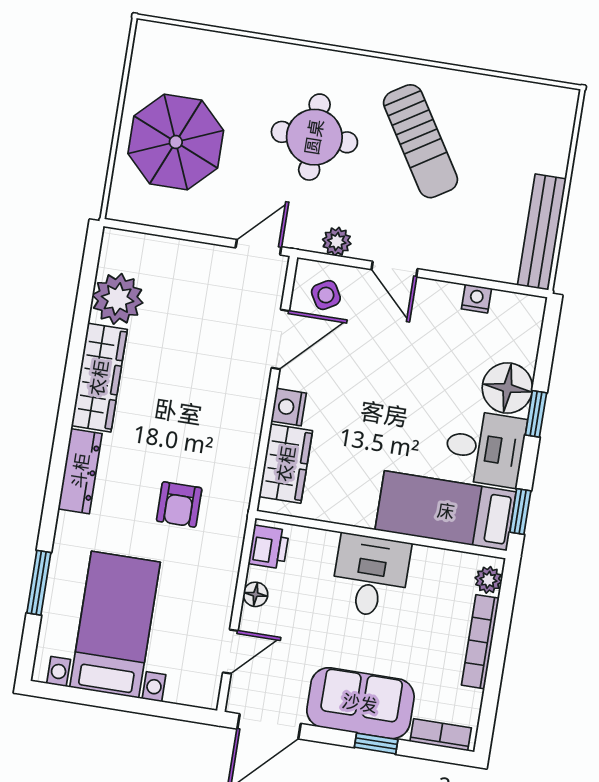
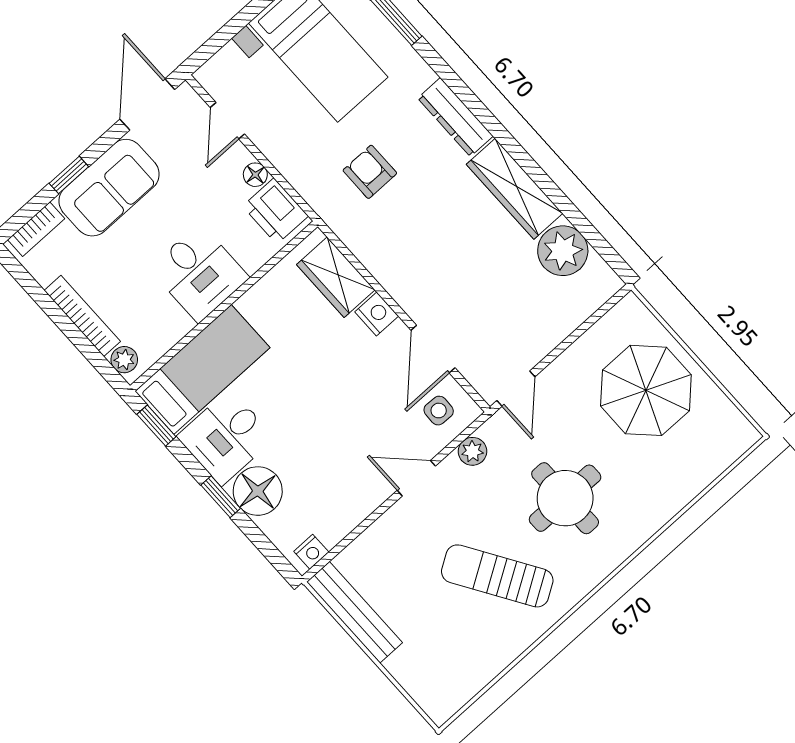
side table: (326, 295) -> (439, 411), turned 32
nightstand: (476, 299) -> (311, 552), moved
printer: (269, 547) -> (275, 211), width x1.36, depth x1.24

